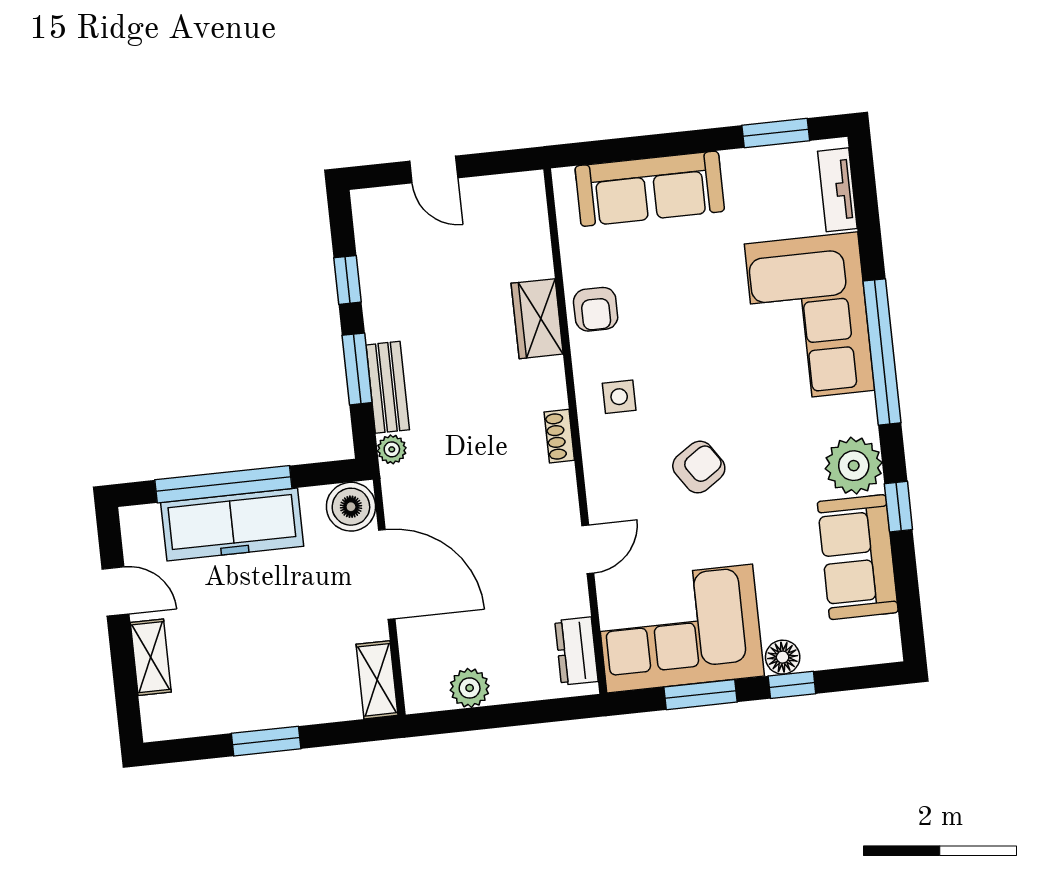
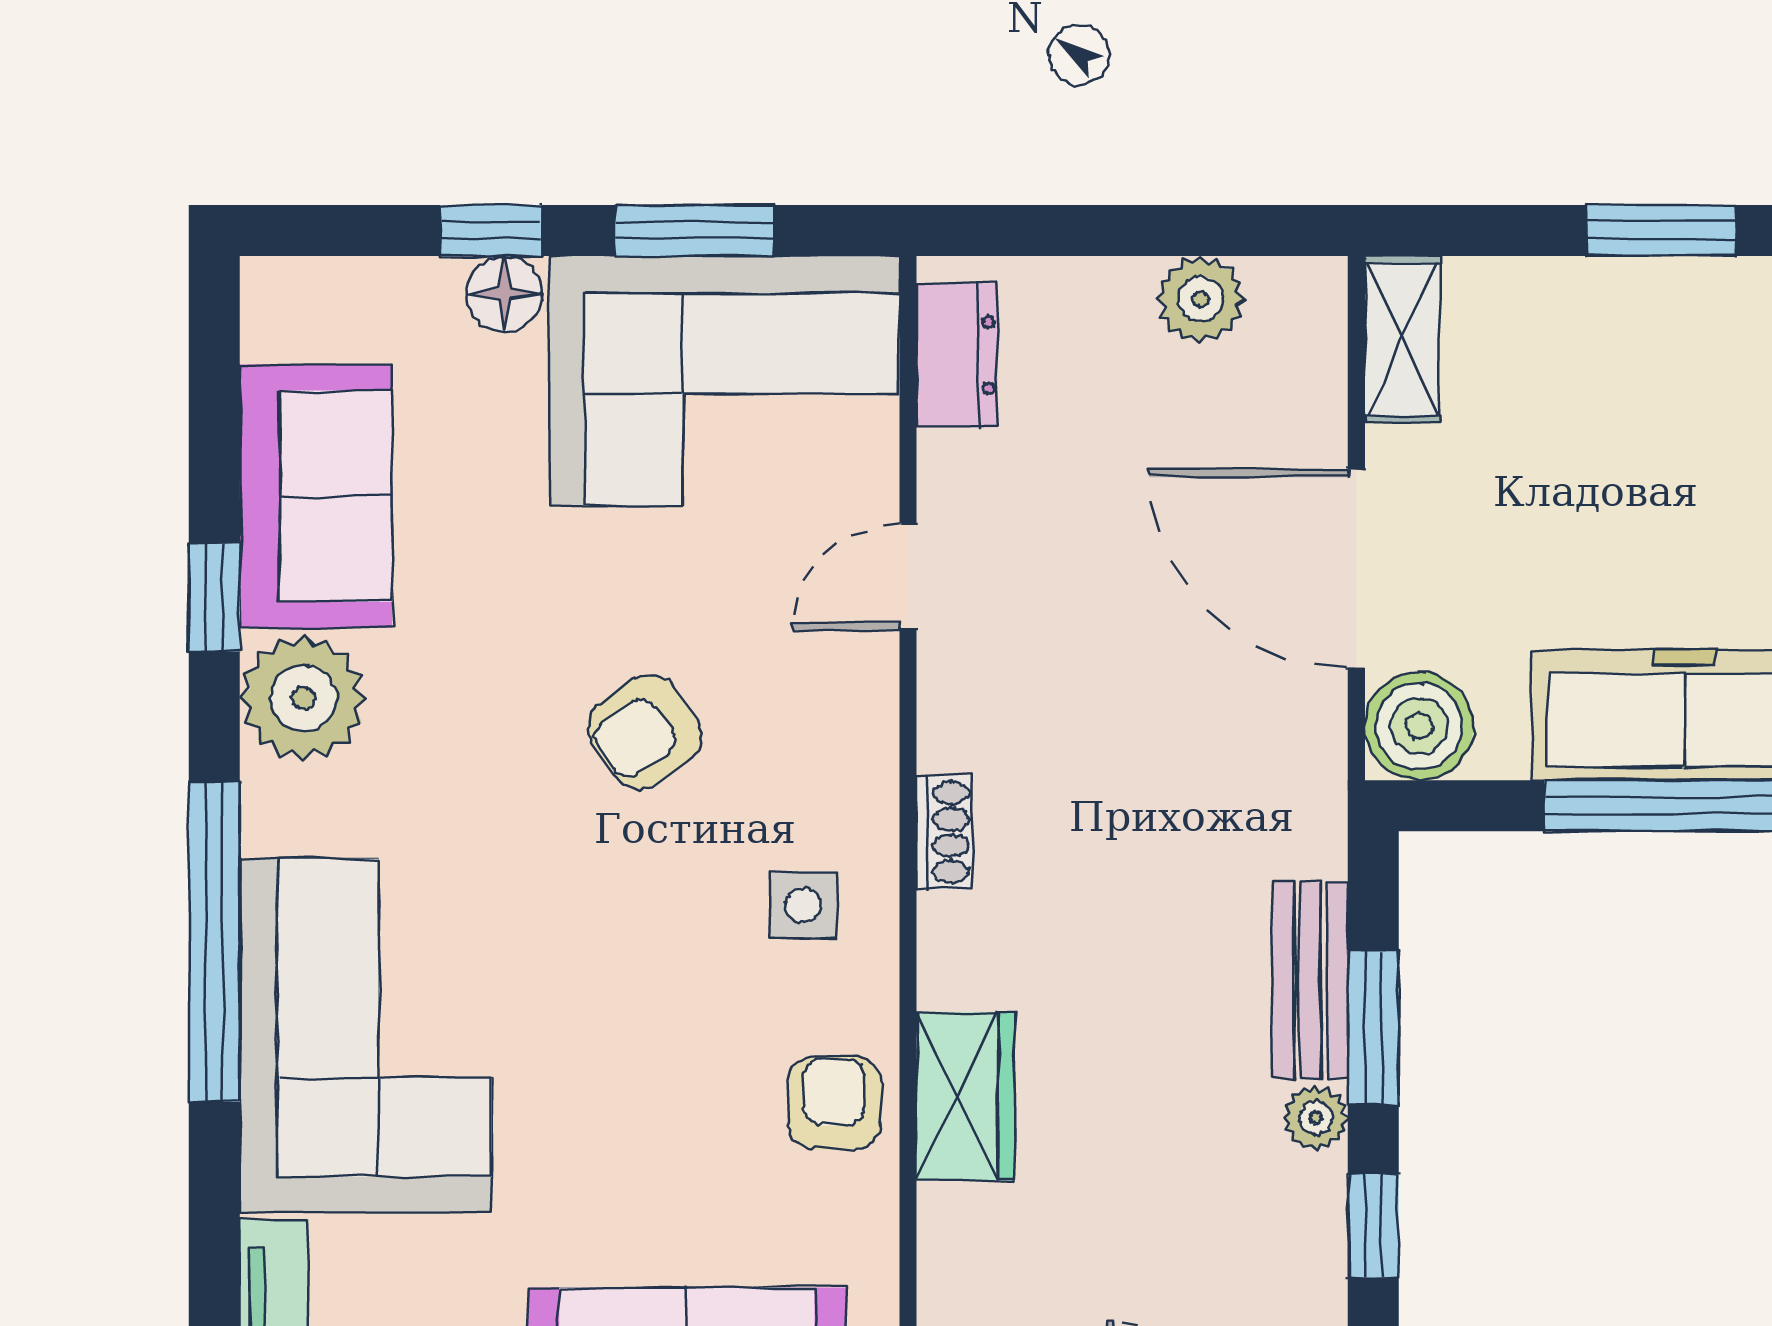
plant: (392, 449) -> (1316, 1118), moved

